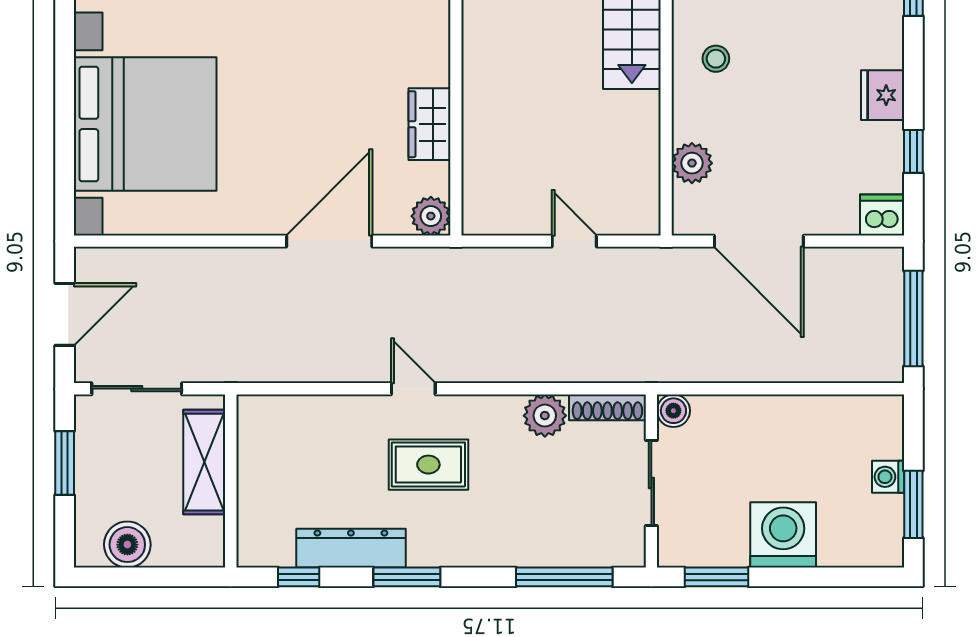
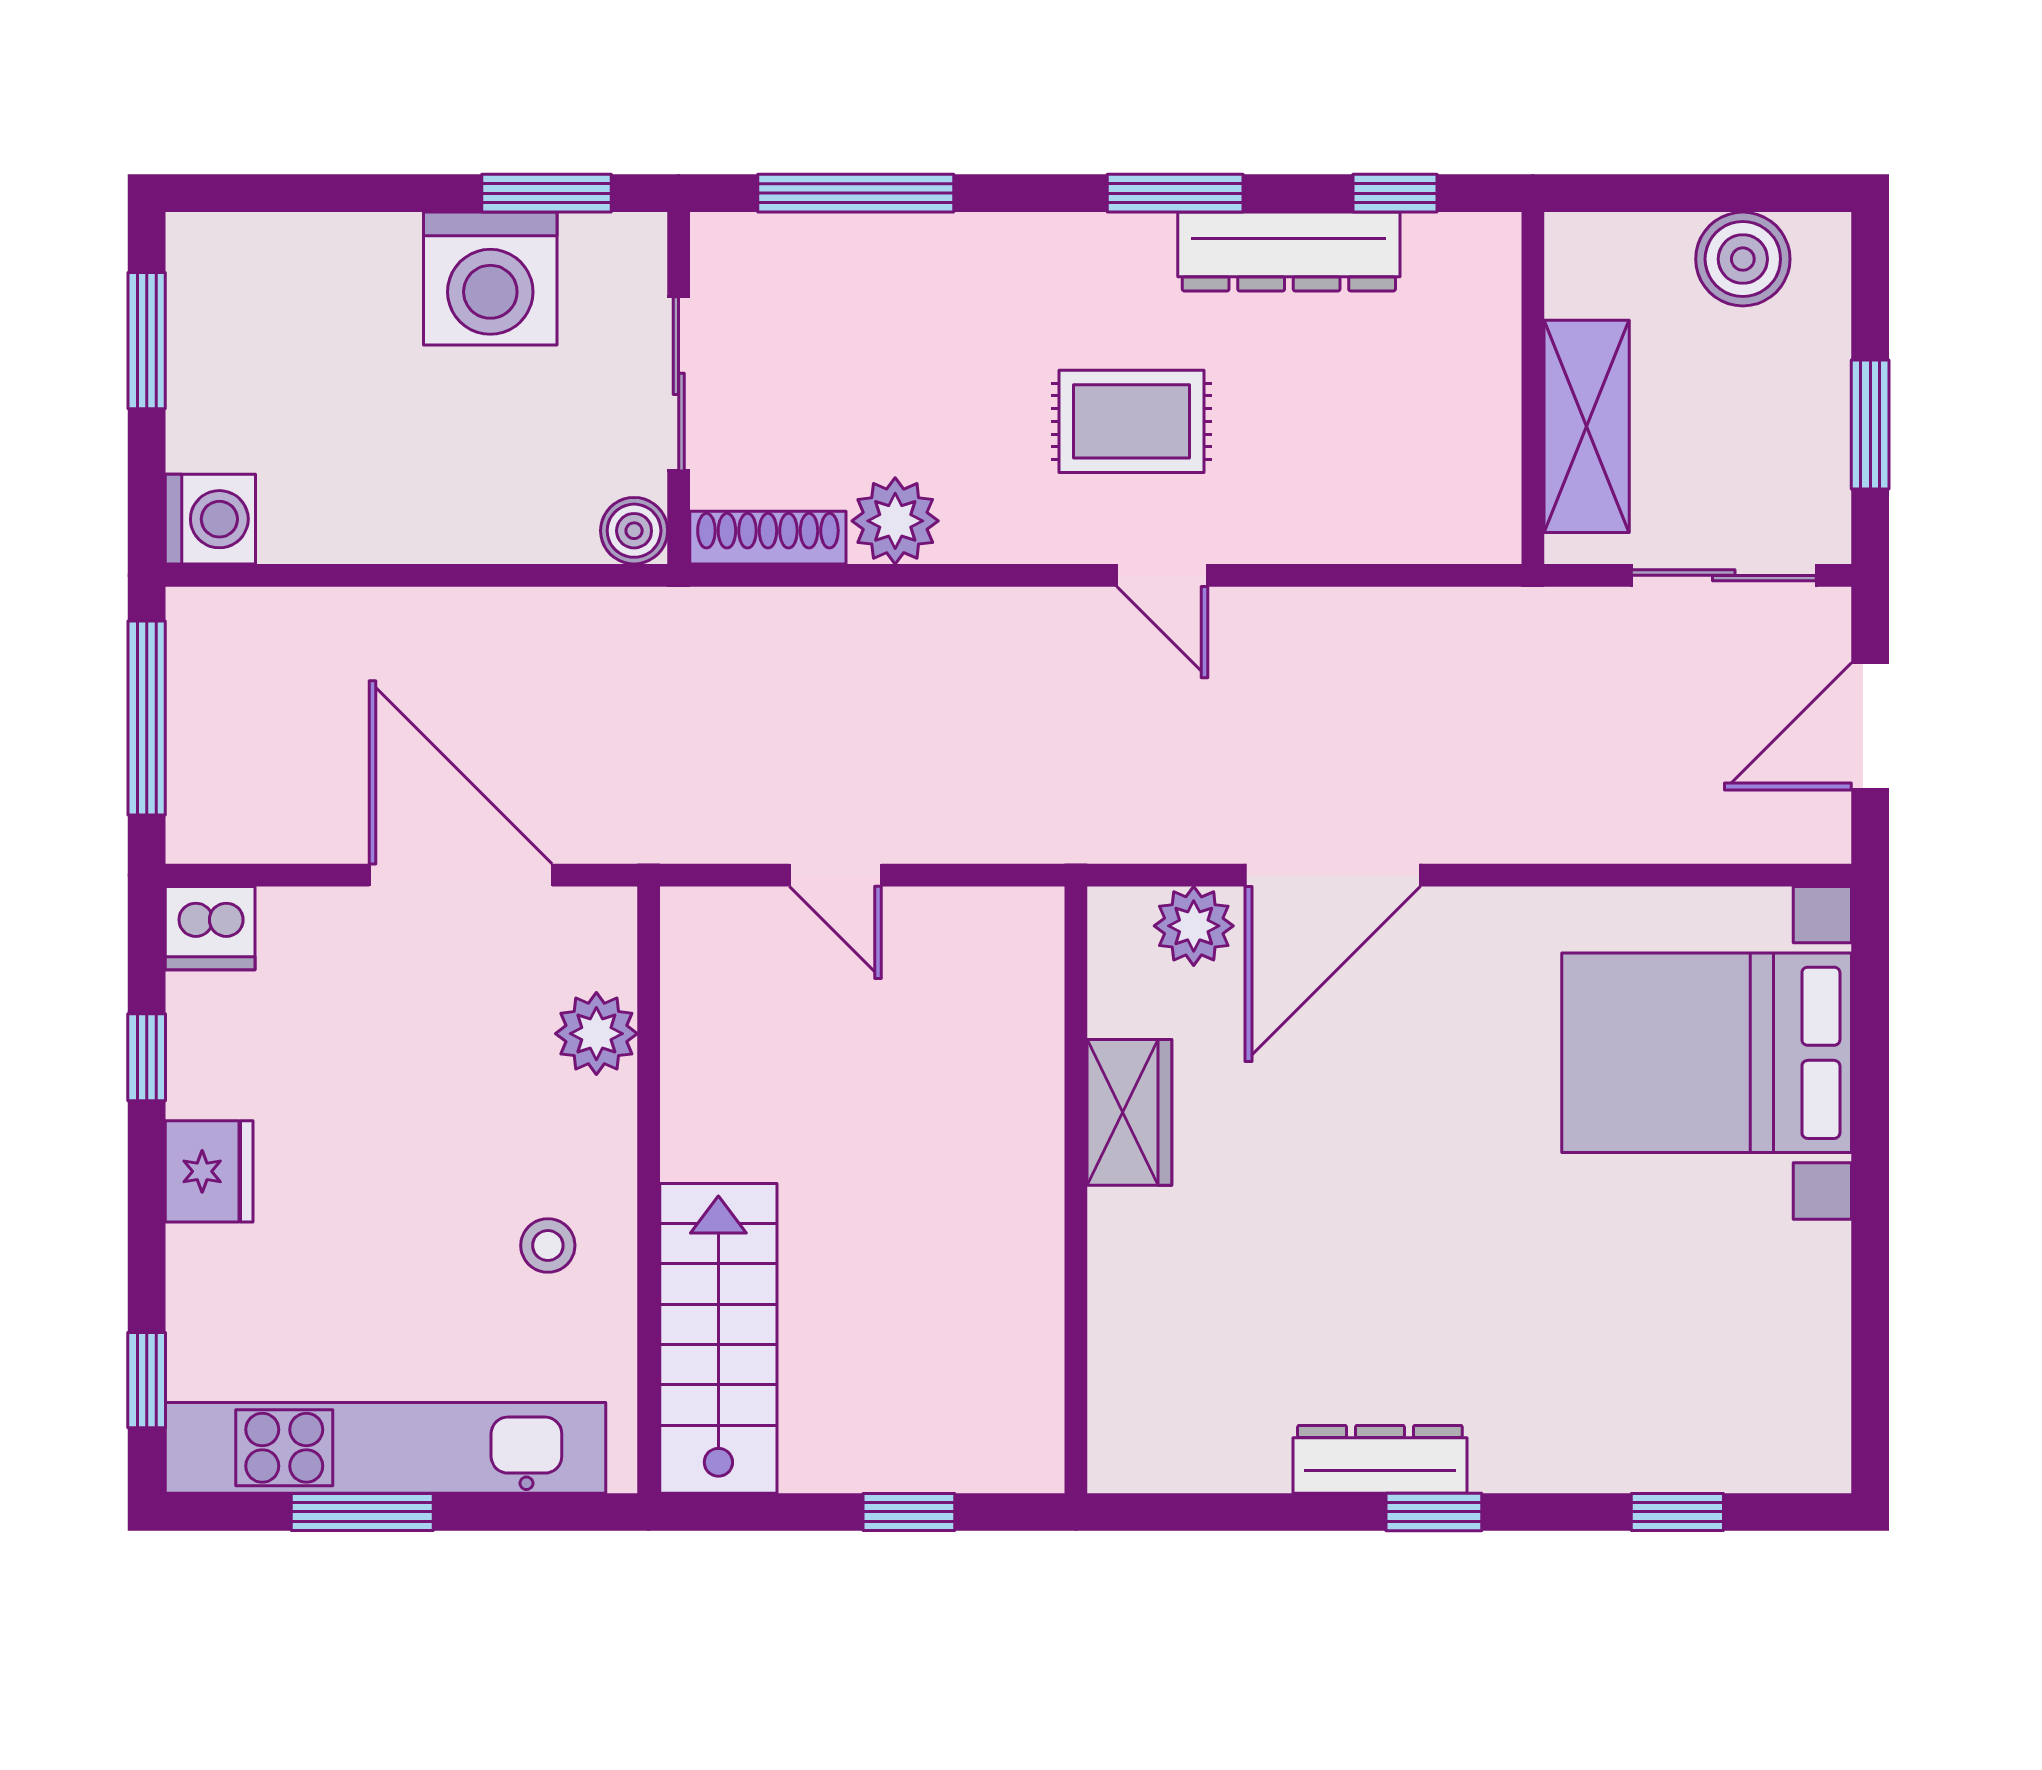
bed with nightstands: (145, 124) -> (1707, 1053), width x0.73
plant: (431, 216) -> (1194, 926), moved
washing machine: (888, 477) -> (210, 519), moved, width x1.38, depth x1.38
washing machine: (783, 535) -> (490, 279), moved

